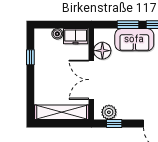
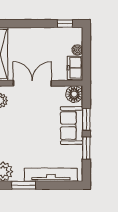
floor lamp: (102, 51) -> (74, 94), moved
window: (30, 57) -> (65, 24), moved

